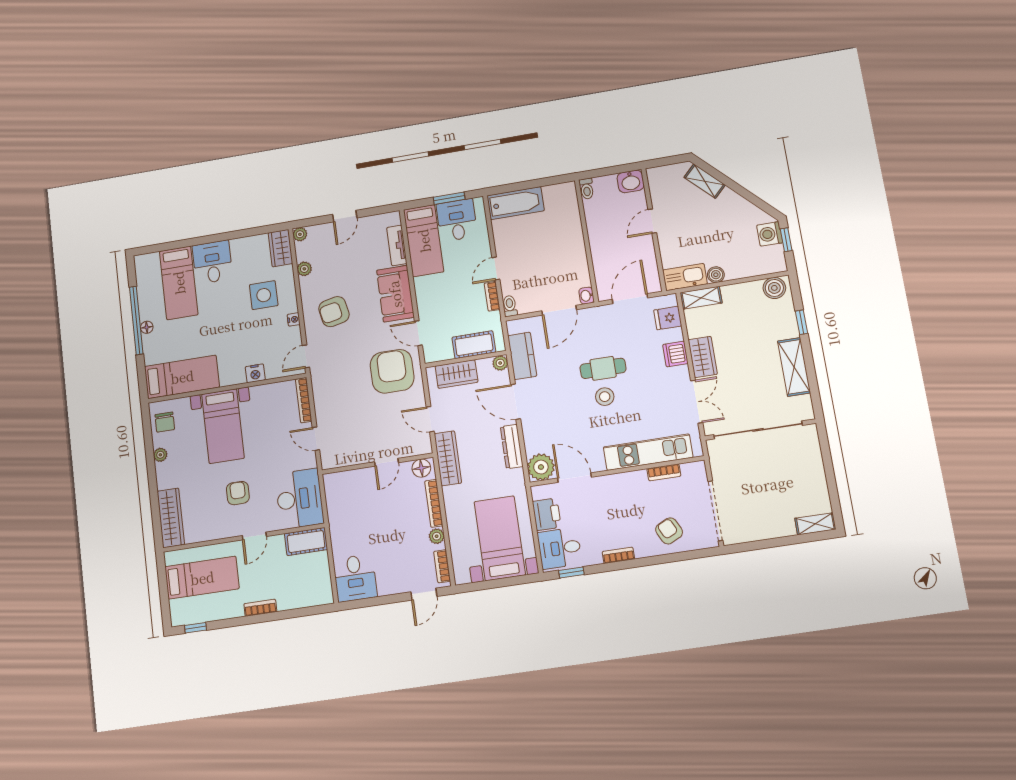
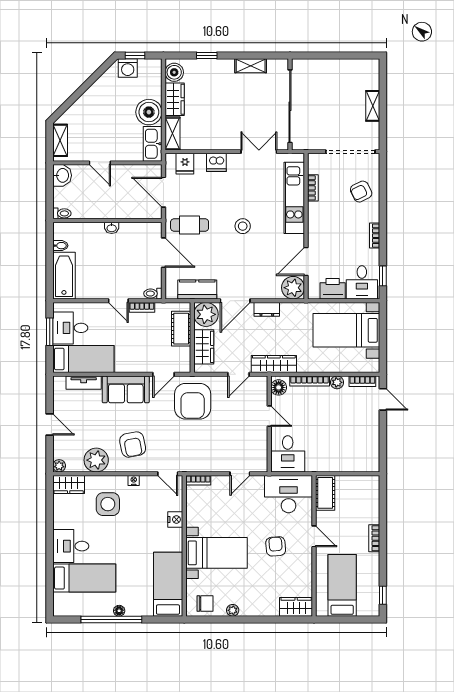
shelving: (705, 181) -> (60, 140), moved, turned -45
bidet: (549, 193) -> (60, 246), added
plant: (304, 269) -> (96, 460), width x1.88, depth x1.88
boiler: (716, 275) -> (149, 112), width x1.86, depth x1.86
washbasin: (586, 296) -> (112, 228), moved
wardrobe: (703, 357) -> (175, 99), moved, turned 90
plant: (500, 363) -> (206, 314), width x1.88, depth x1.88
shelving: (794, 367) -> (251, 66), width x0.67, depth x0.75
cafe table: (603, 368) -> (190, 225), moved, turned 90
armchair: (392, 371) -> (193, 401), turned -90
bookcase: (304, 400) -> (198, 480), width x0.64
dresser: (512, 447) -> (267, 309), width x0.70
armchair: (238, 493) -> (276, 546), turned 85
wardrobe: (171, 518) -> (296, 607), width x0.67
shelving: (815, 524) -> (373, 106), moved
desk: (355, 578) -> (288, 454), moved, turned 90

